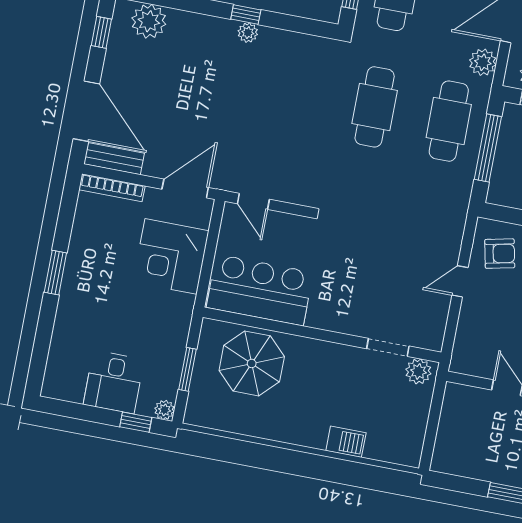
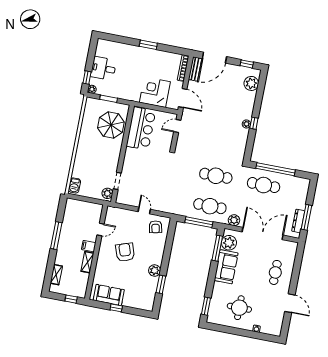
barbecue: (346, 442) -> (74, 185), moved

